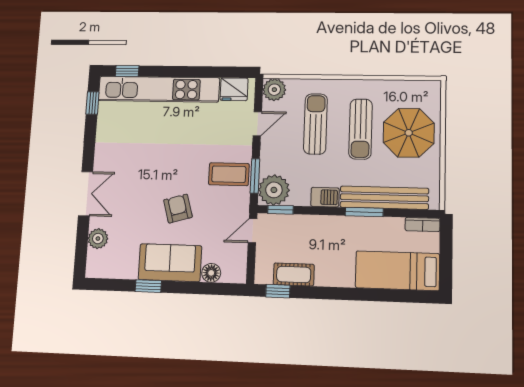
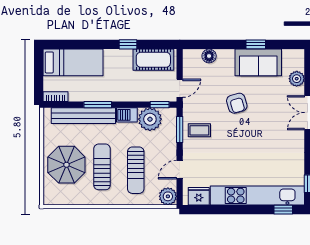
coffee table: (229, 174) -> (199, 130), width x0.73, depth x0.77
plant: (274, 190) -> (150, 119), moved
sofa: (170, 263) -> (258, 62), moved
cot: (294, 274) -> (153, 60), width x1.37, depth x1.34
window: (278, 291) -> (128, 44), moved

